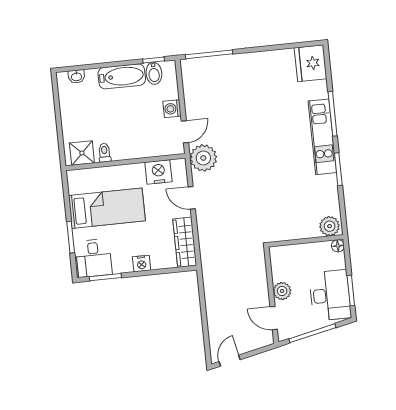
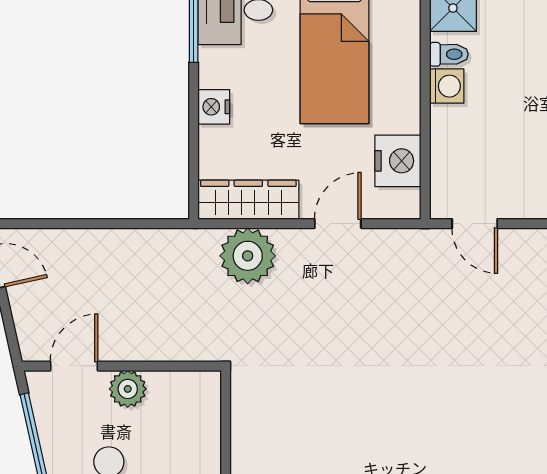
washing machine: (172, 109) -> (447, 86), moved, turned 90
plant: (203, 158) -> (248, 256), moved

